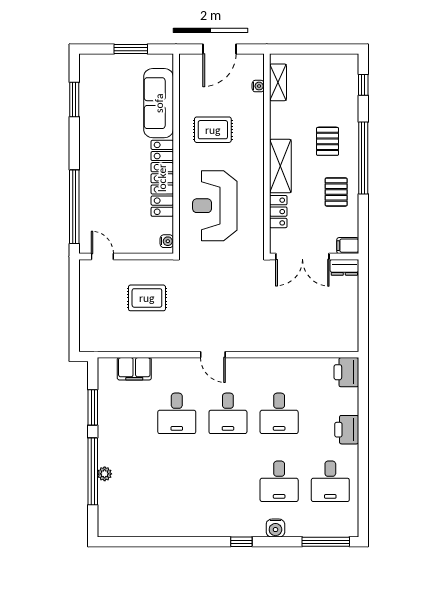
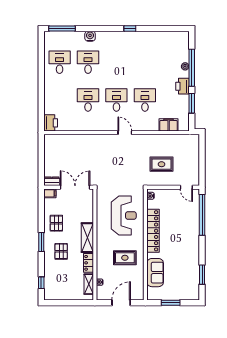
sofa: (159, 103) -> (155, 273), width x0.73
window: (363, 158) -> (41, 242), width x0.47
locker: (278, 212) -> (88, 263), moved
printer: (347, 430) -> (183, 86), moved, turned 180
window: (241, 542) -> (130, 29), moved

